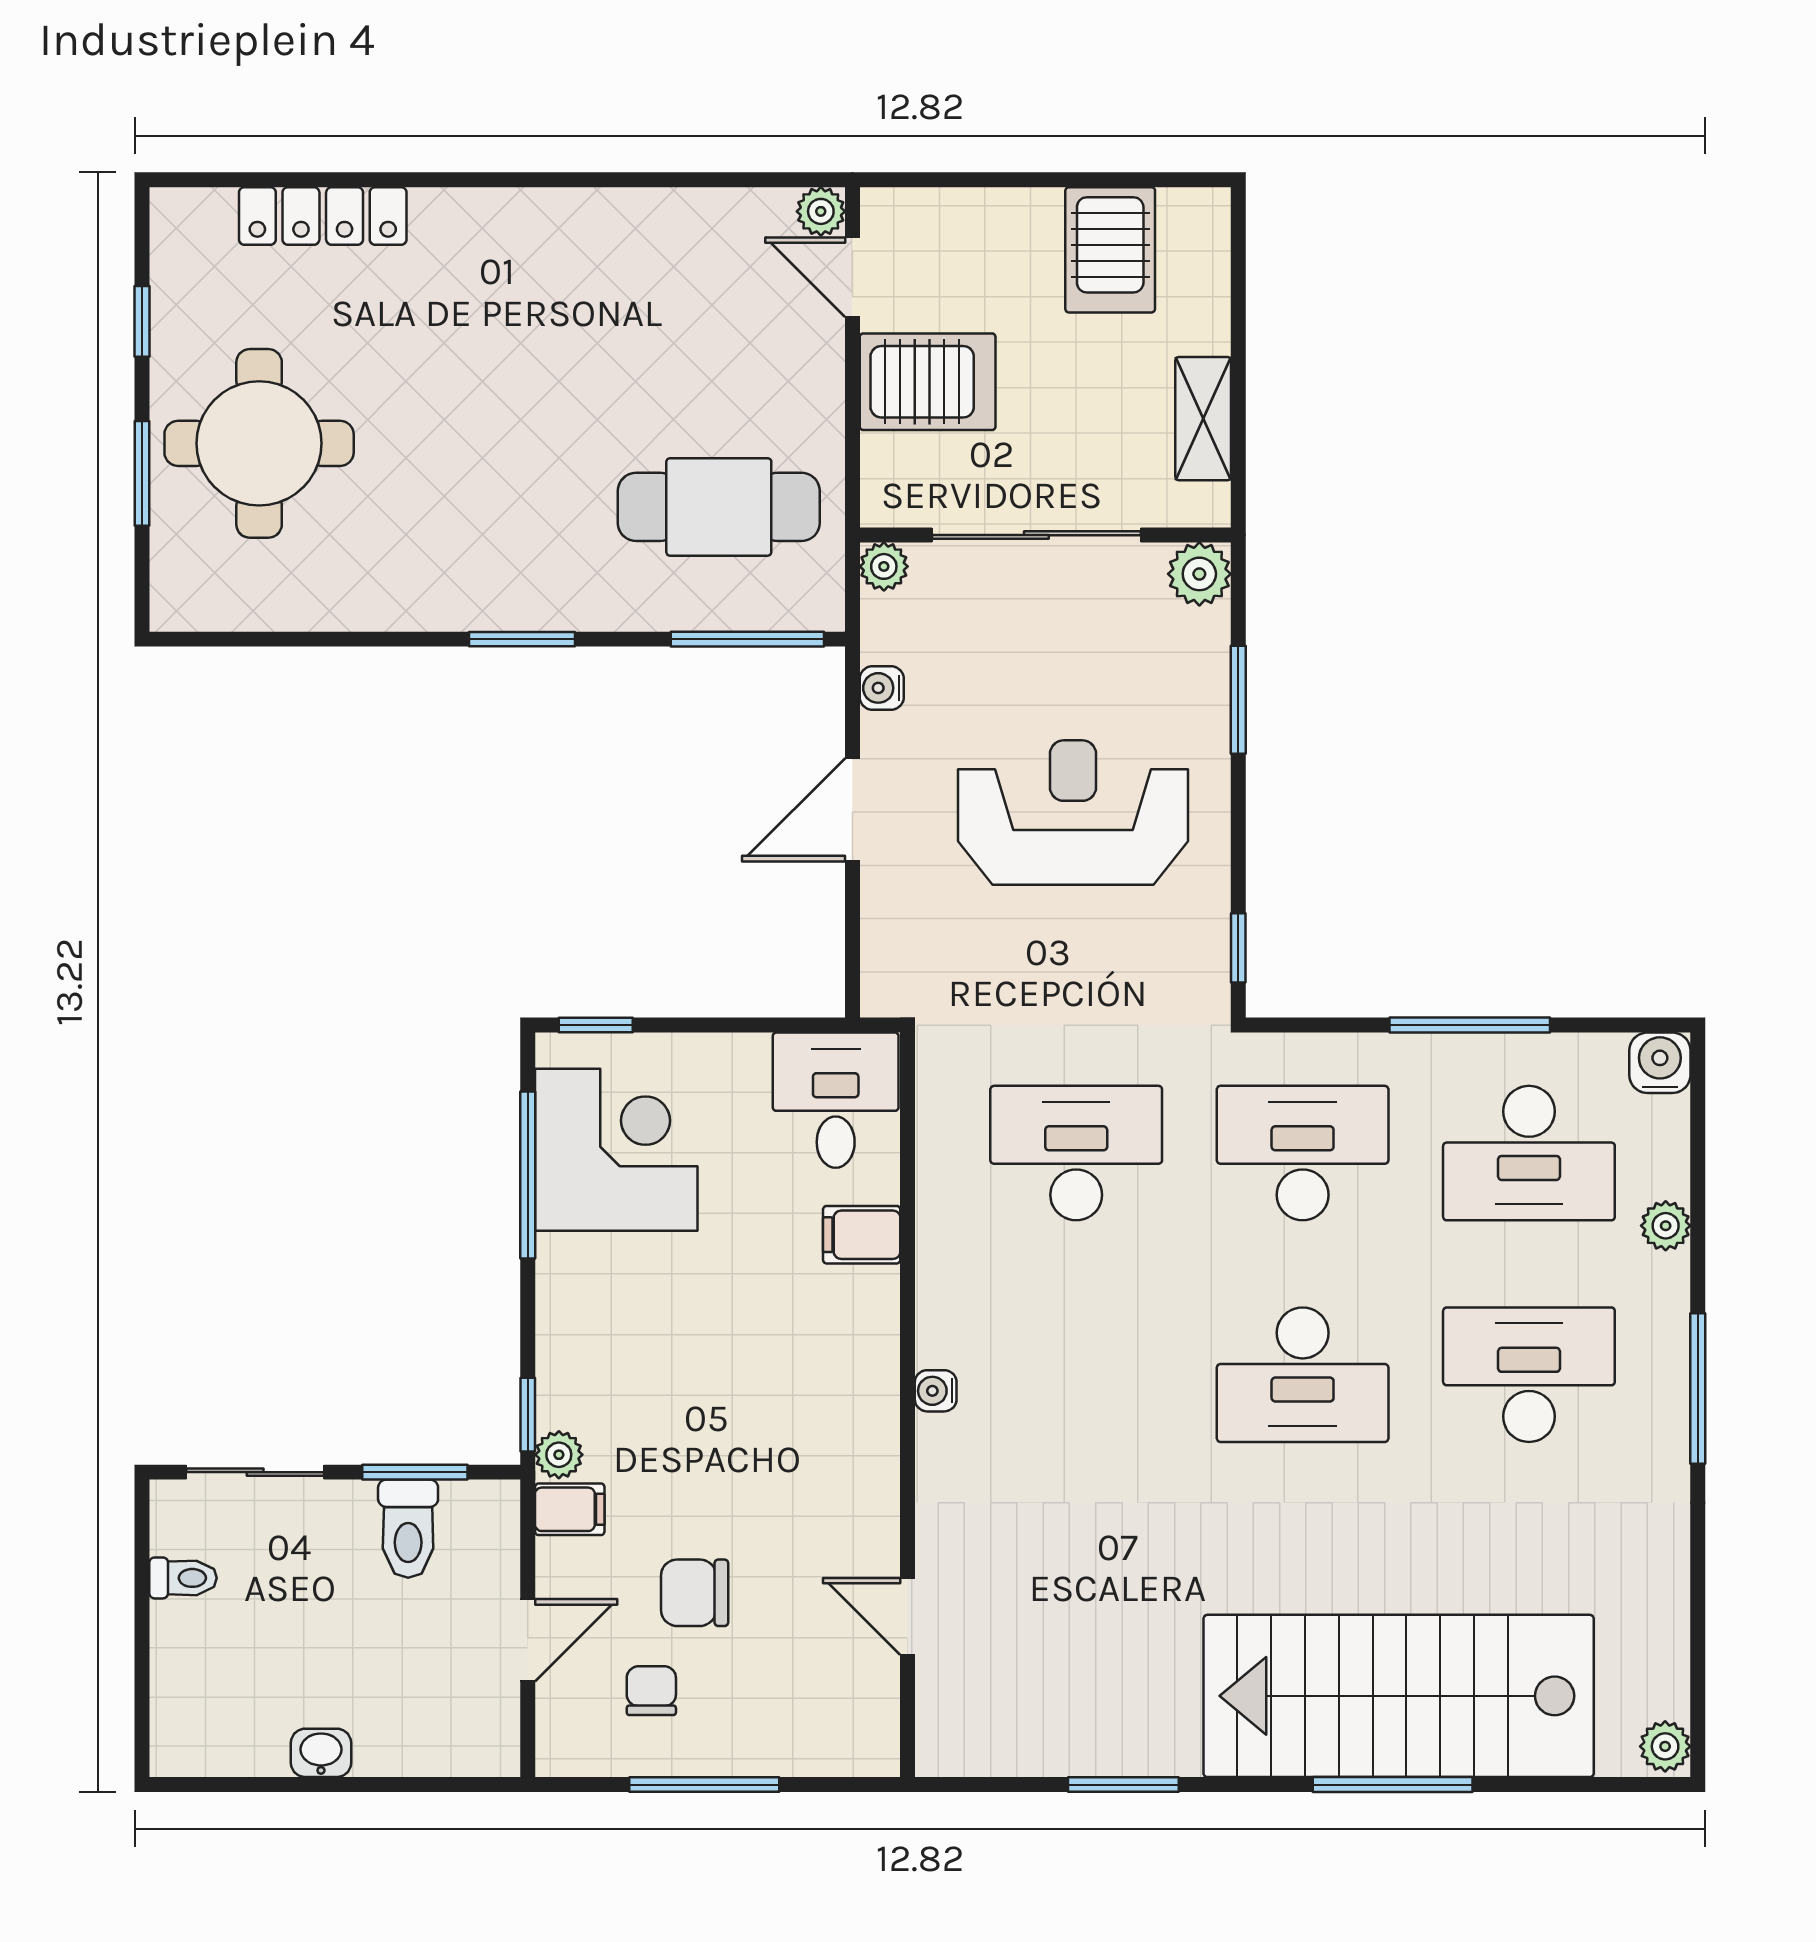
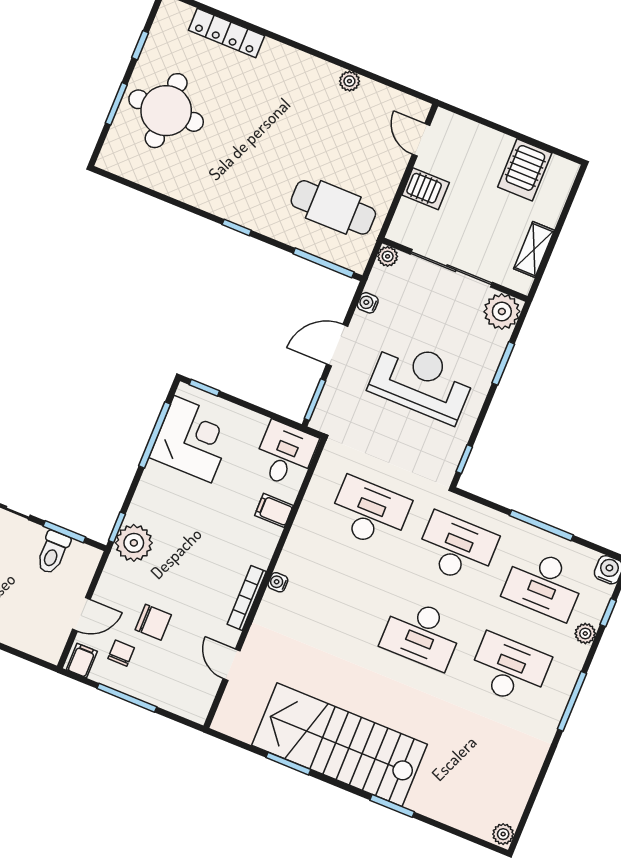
plant: (821, 211) -> (349, 81), moved
server rack: (928, 382) -> (426, 189), width x0.73, depth x0.70
plant: (1199, 574) -> (502, 311), width x1.36, depth x1.36
window: (522, 639) -> (237, 227), width x0.67
window: (852, 951) -> (315, 400), added
window: (1698, 1158) -> (608, 613), added
bookcase: (881, 1454) -> (247, 598), added
plant: (559, 1455) -> (134, 543), width x1.88, depth x1.88
filing cabinet: (570, 1509) -> (82, 660), moved, turned -90
chair: (695, 1593) -> (153, 622), turned 180
stairs: (1399, 1696) -> (340, 745), moved
window: (1393, 1785) -> (392, 806), width x0.69

